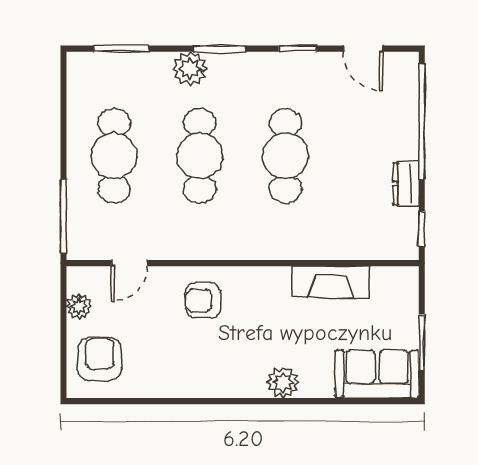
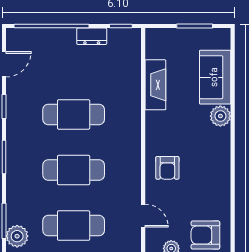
plant: (190, 69) -> (17, 236), moved
sofa: (377, 374) -> (215, 77), moved

